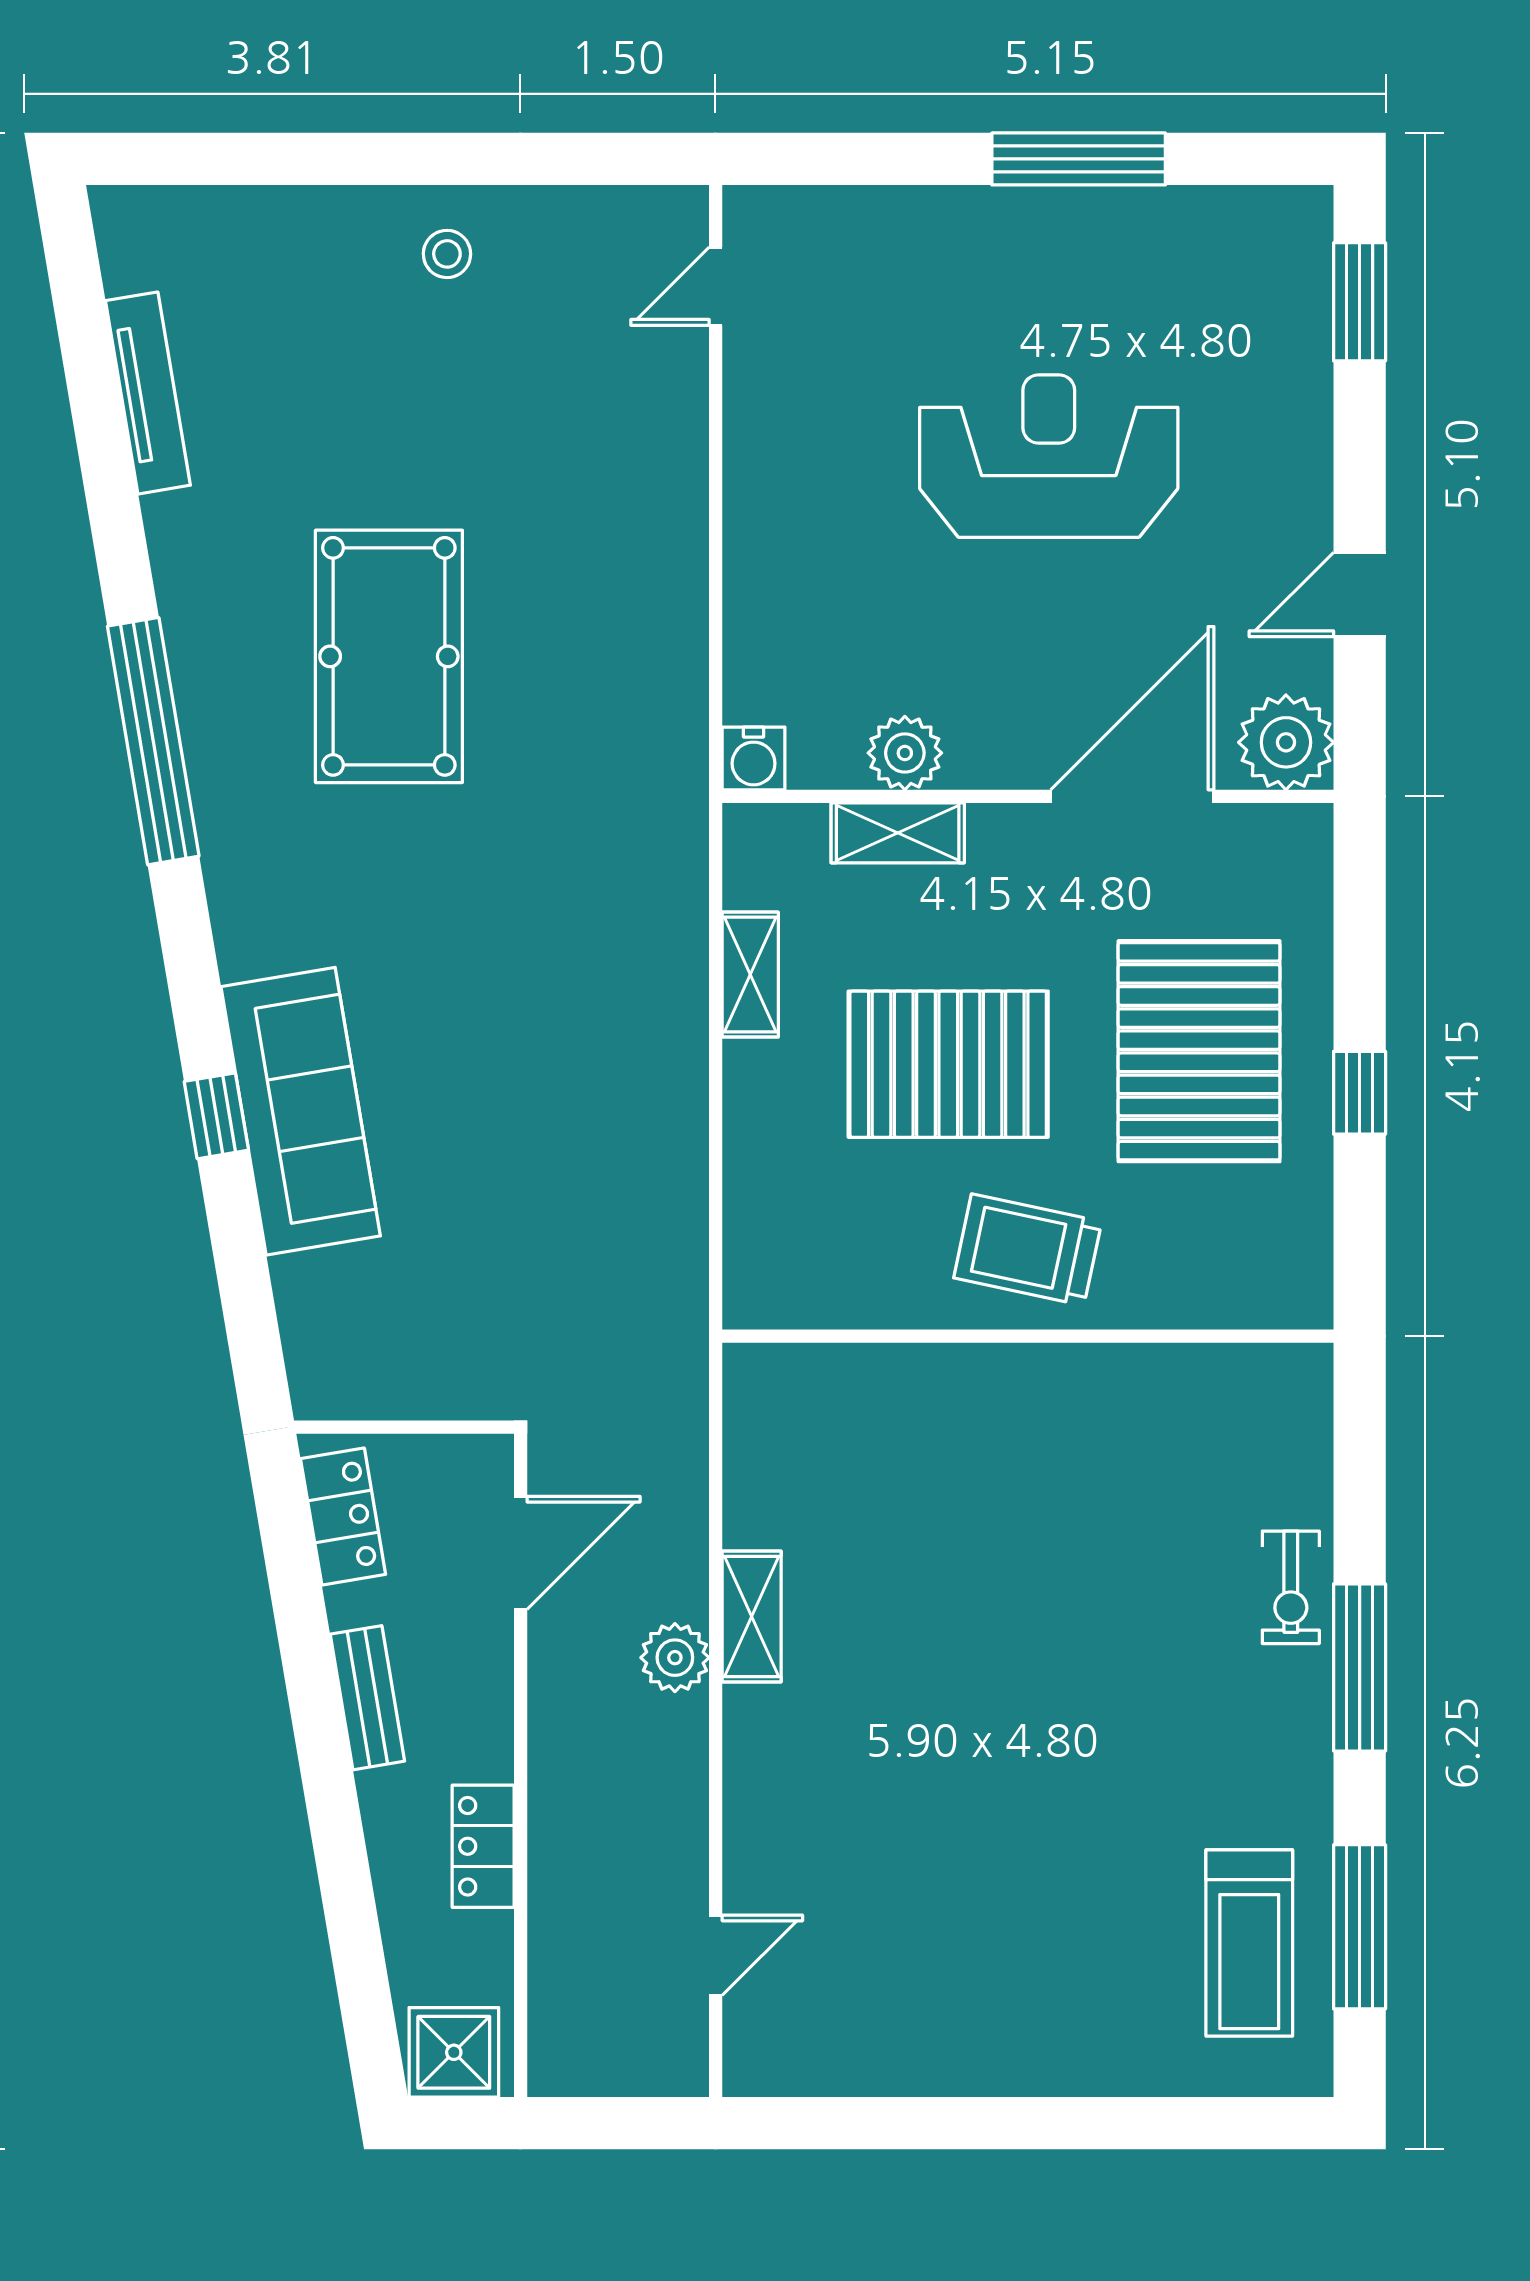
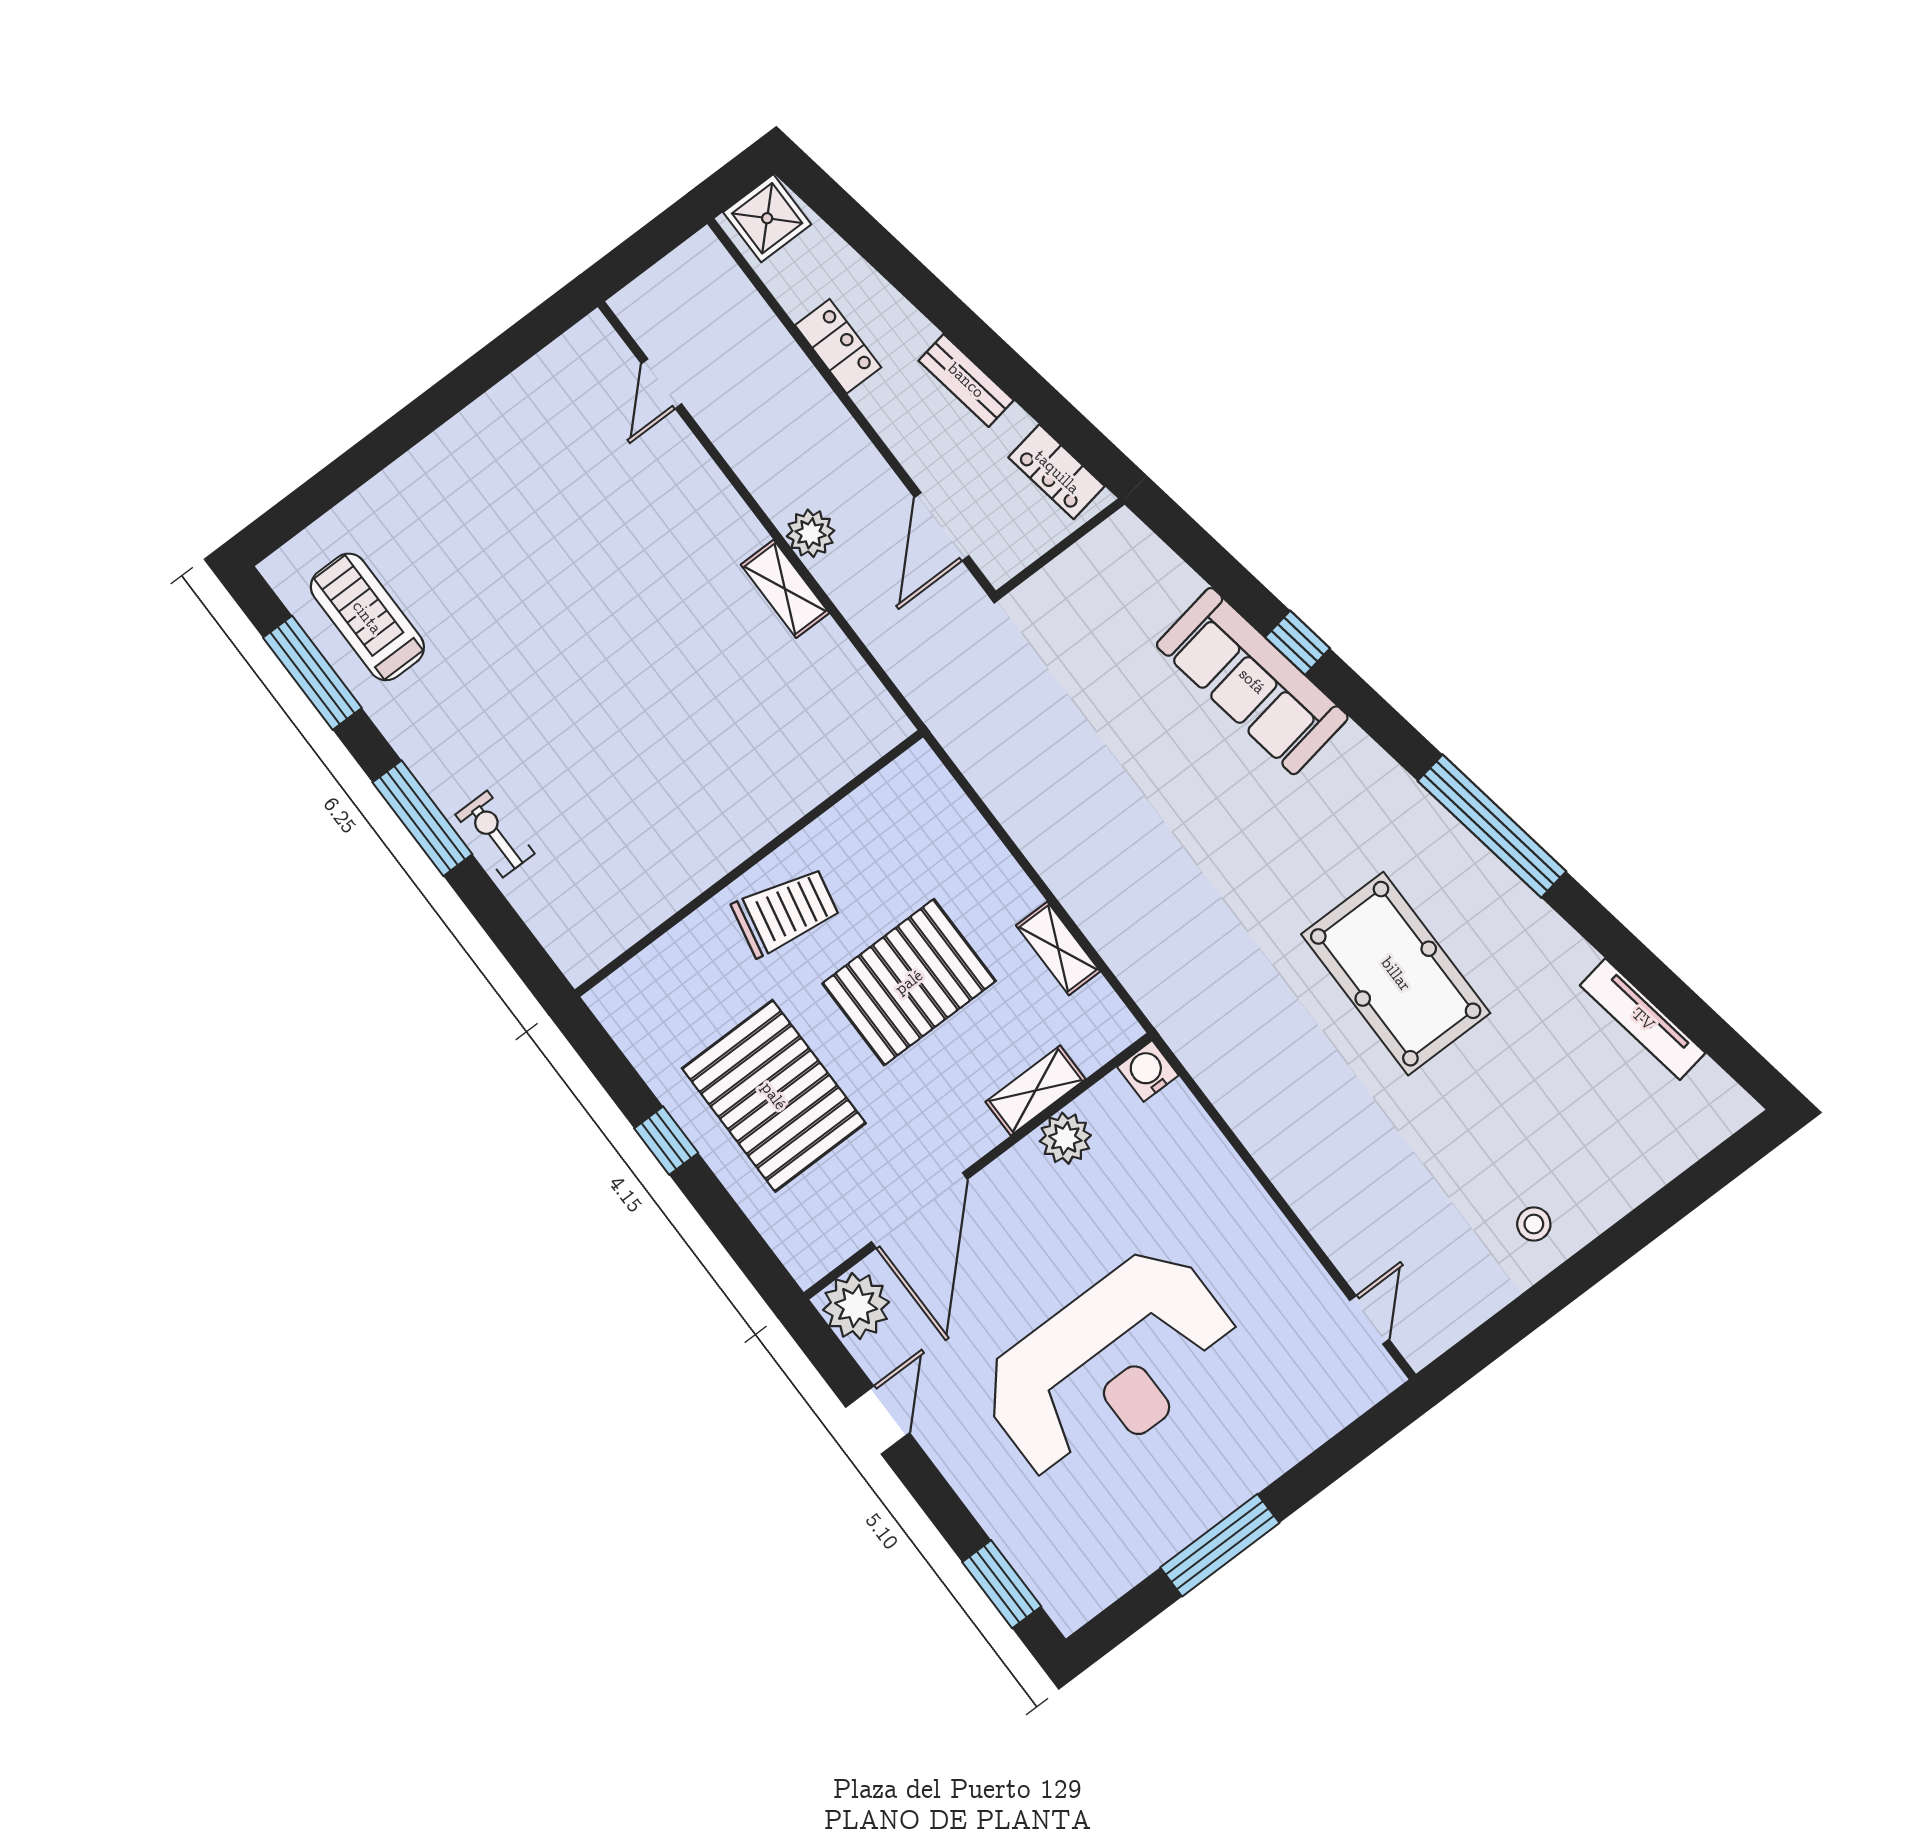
reception desk: (1049, 456) -> (1111, 1366), width x1.36, depth x1.30

